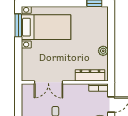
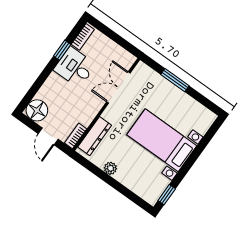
window: (18, 25) -> (175, 80), moved
bed with nightstands: (46, 27) -> (162, 140), moved, turned 90

